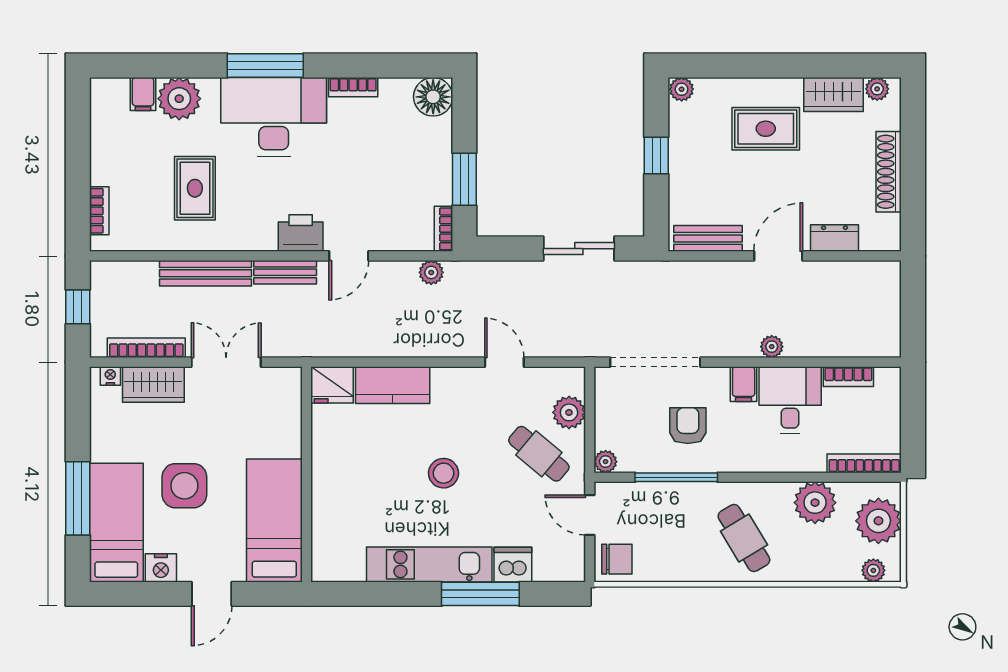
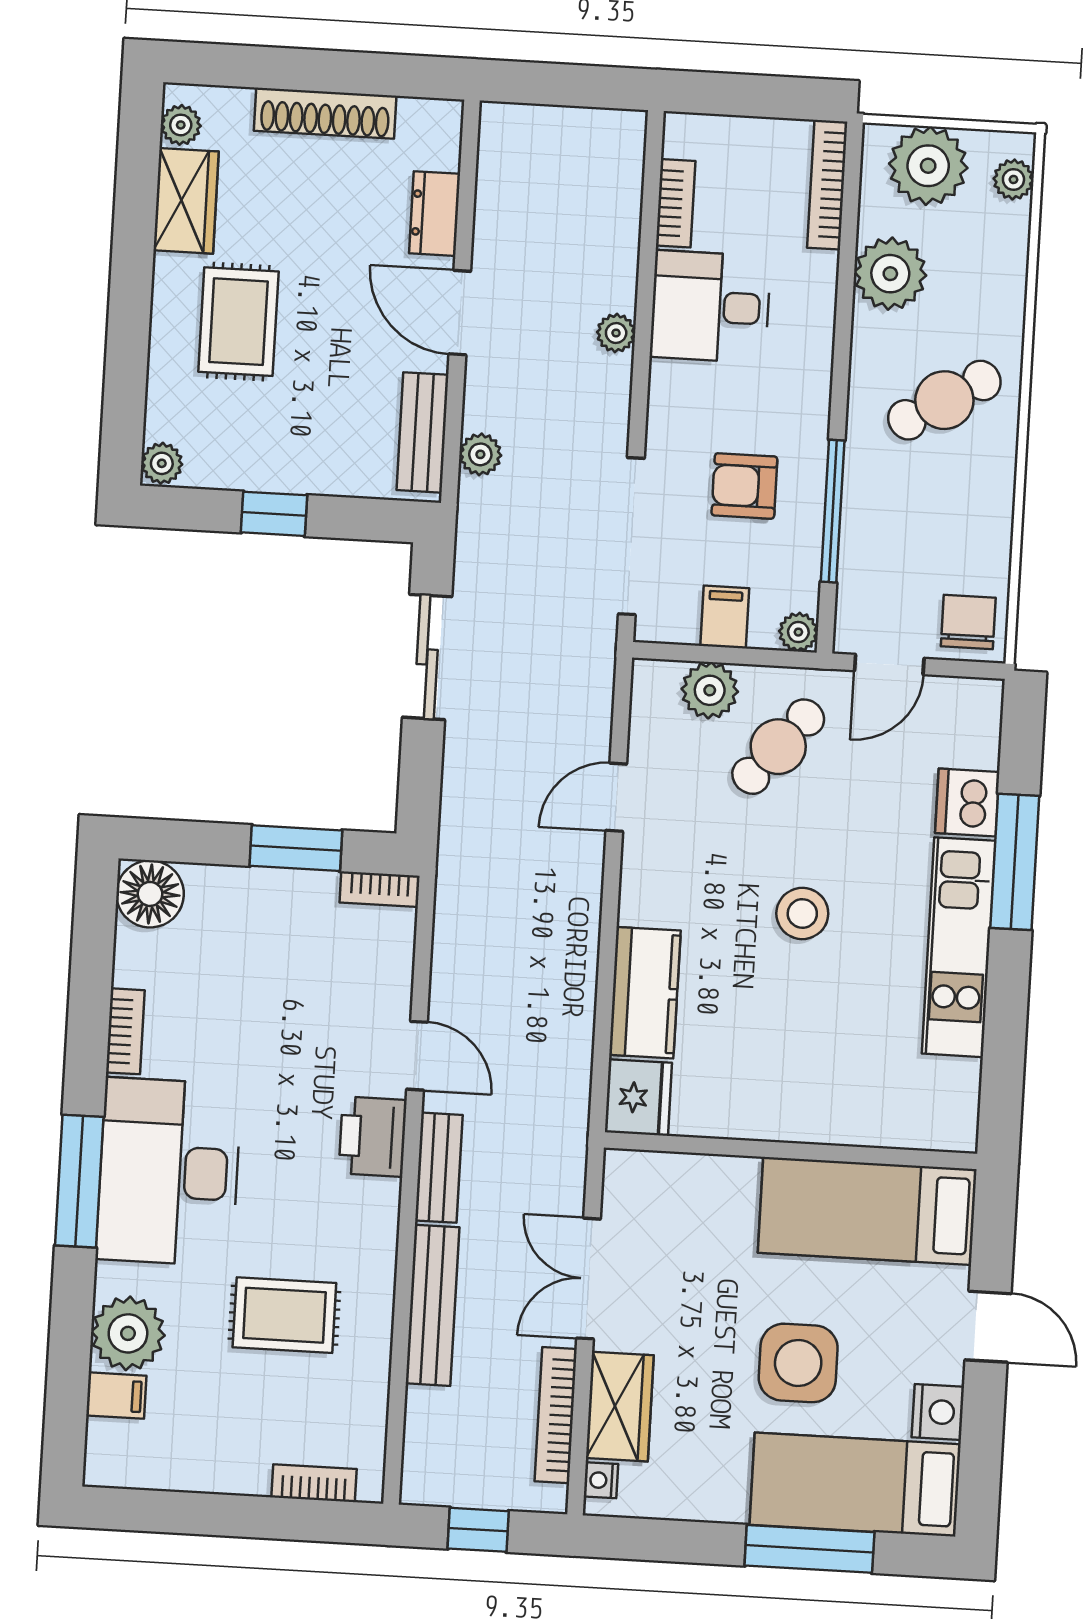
plant: (431, 272) -> (480, 454), moved
filing cabinet: (744, 384) -> (725, 617), moved, turned -90

